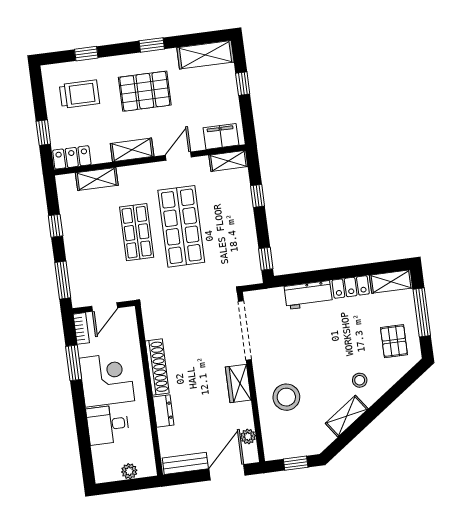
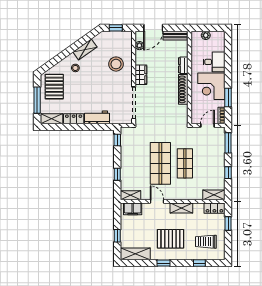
door: (178, 156) -> (157, 201), swing flipped
shelving: (97, 179) -> (214, 195), moved
pallet: (394, 341) -> (54, 87), width x1.50, depth x1.42

